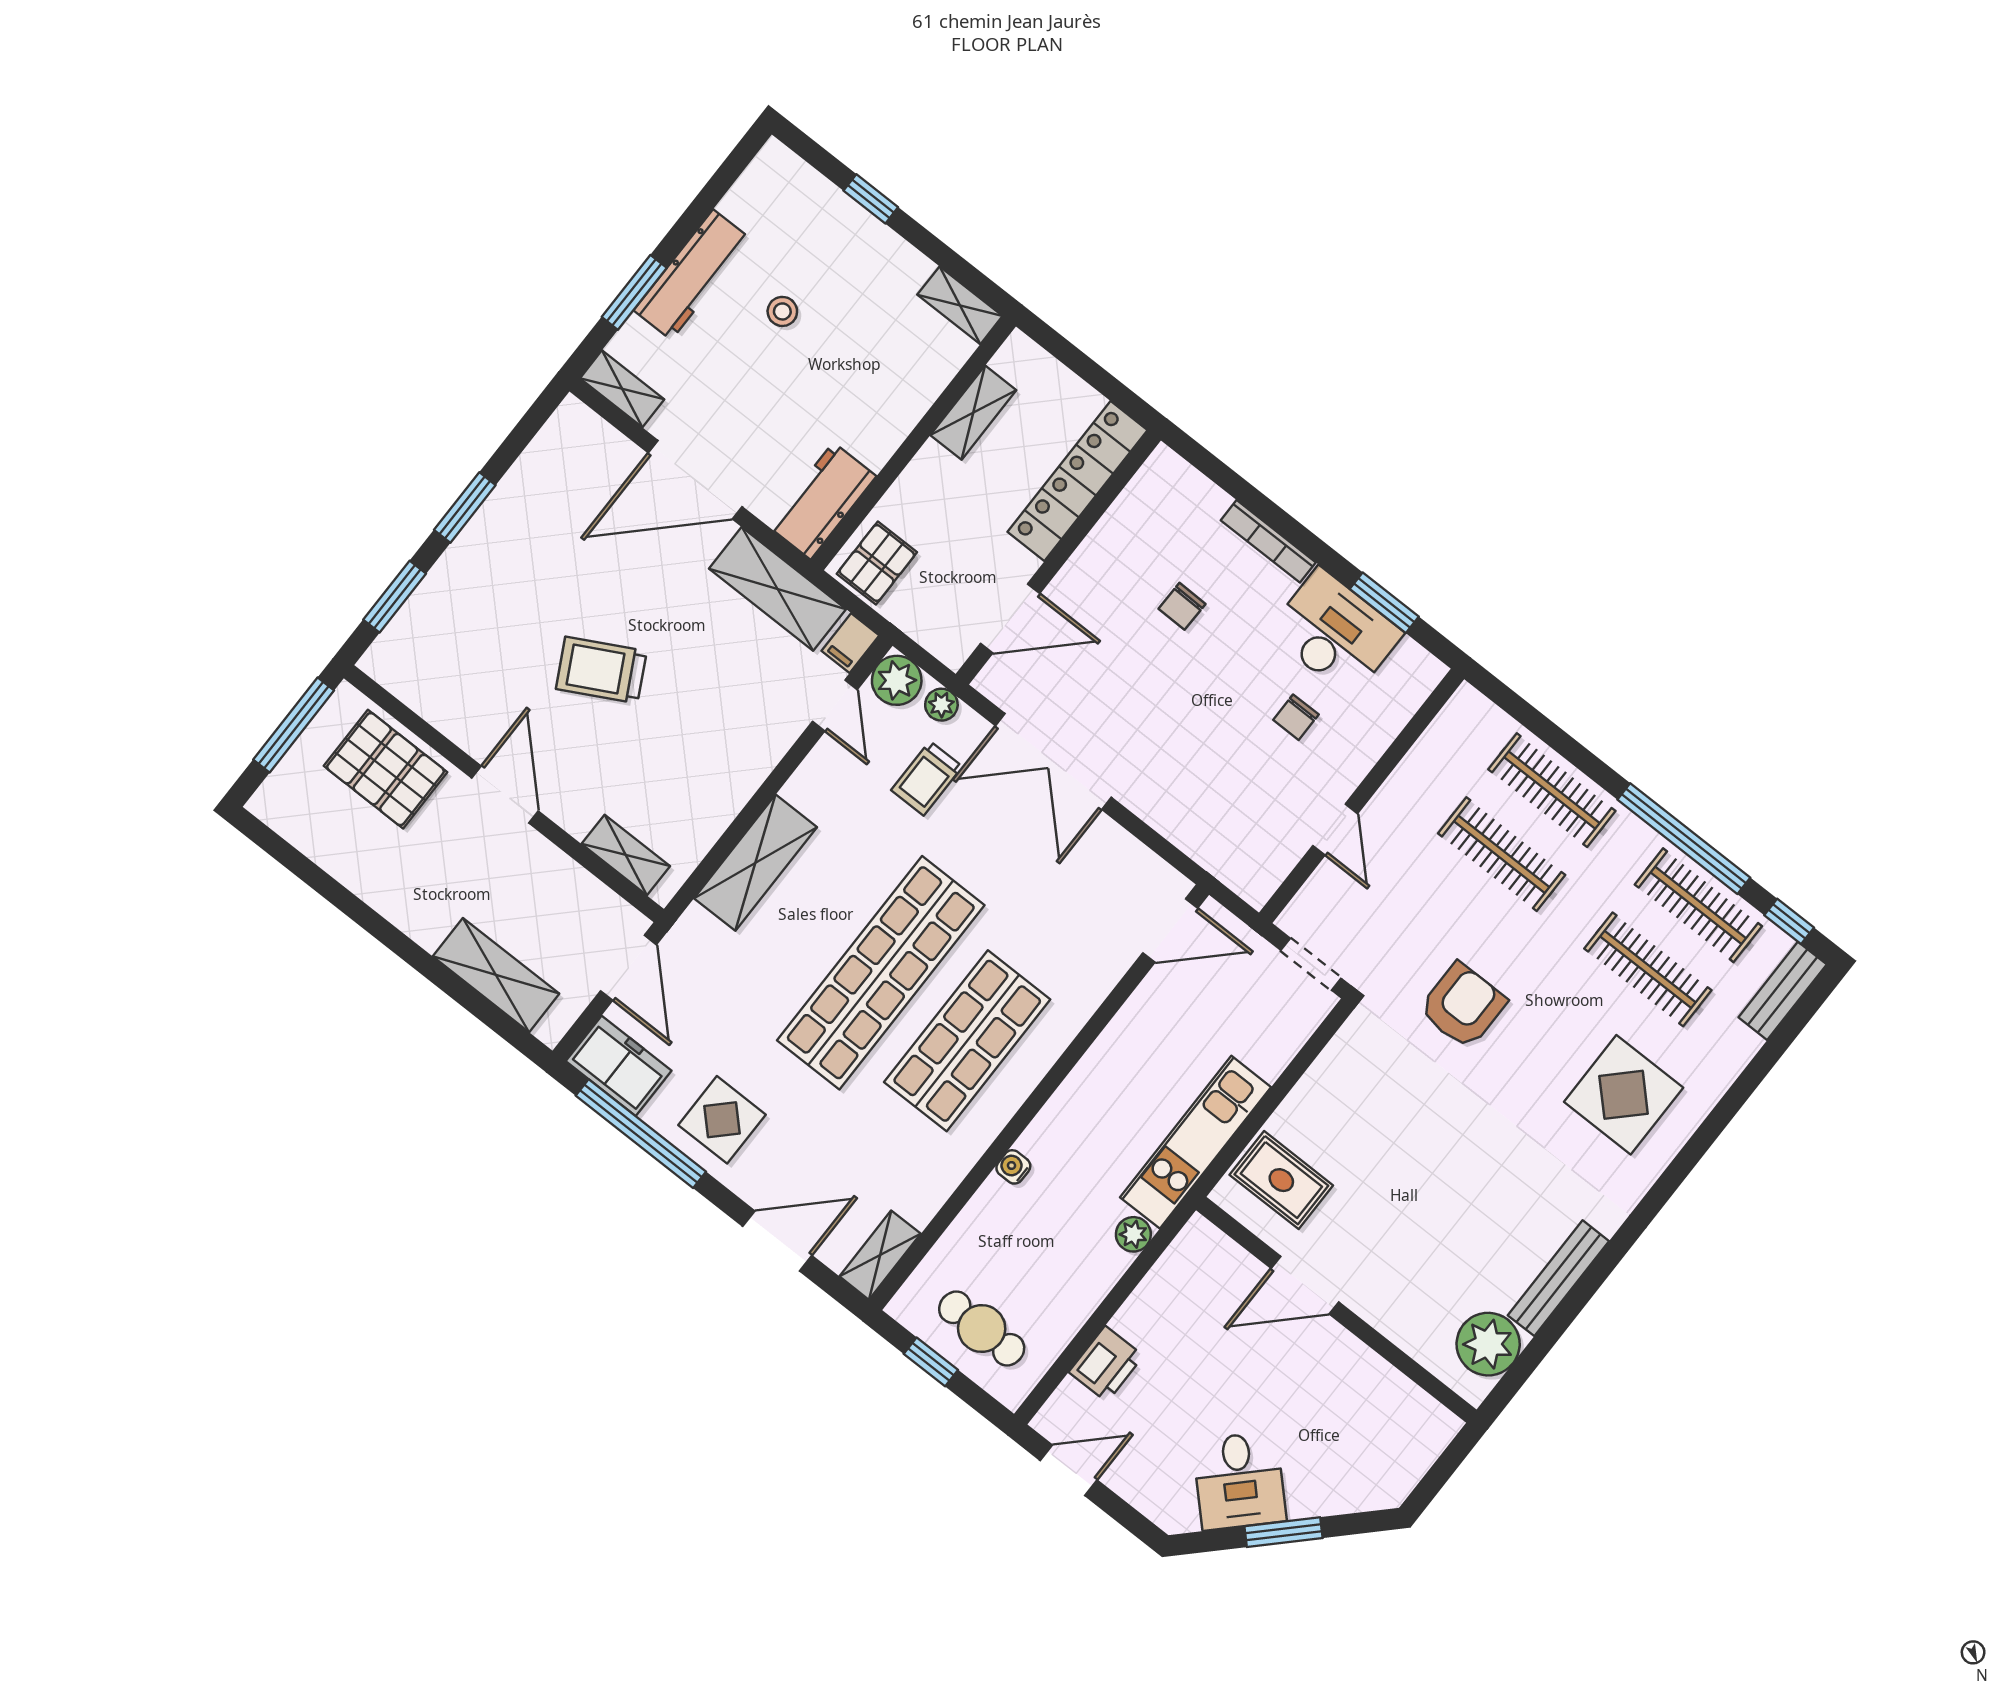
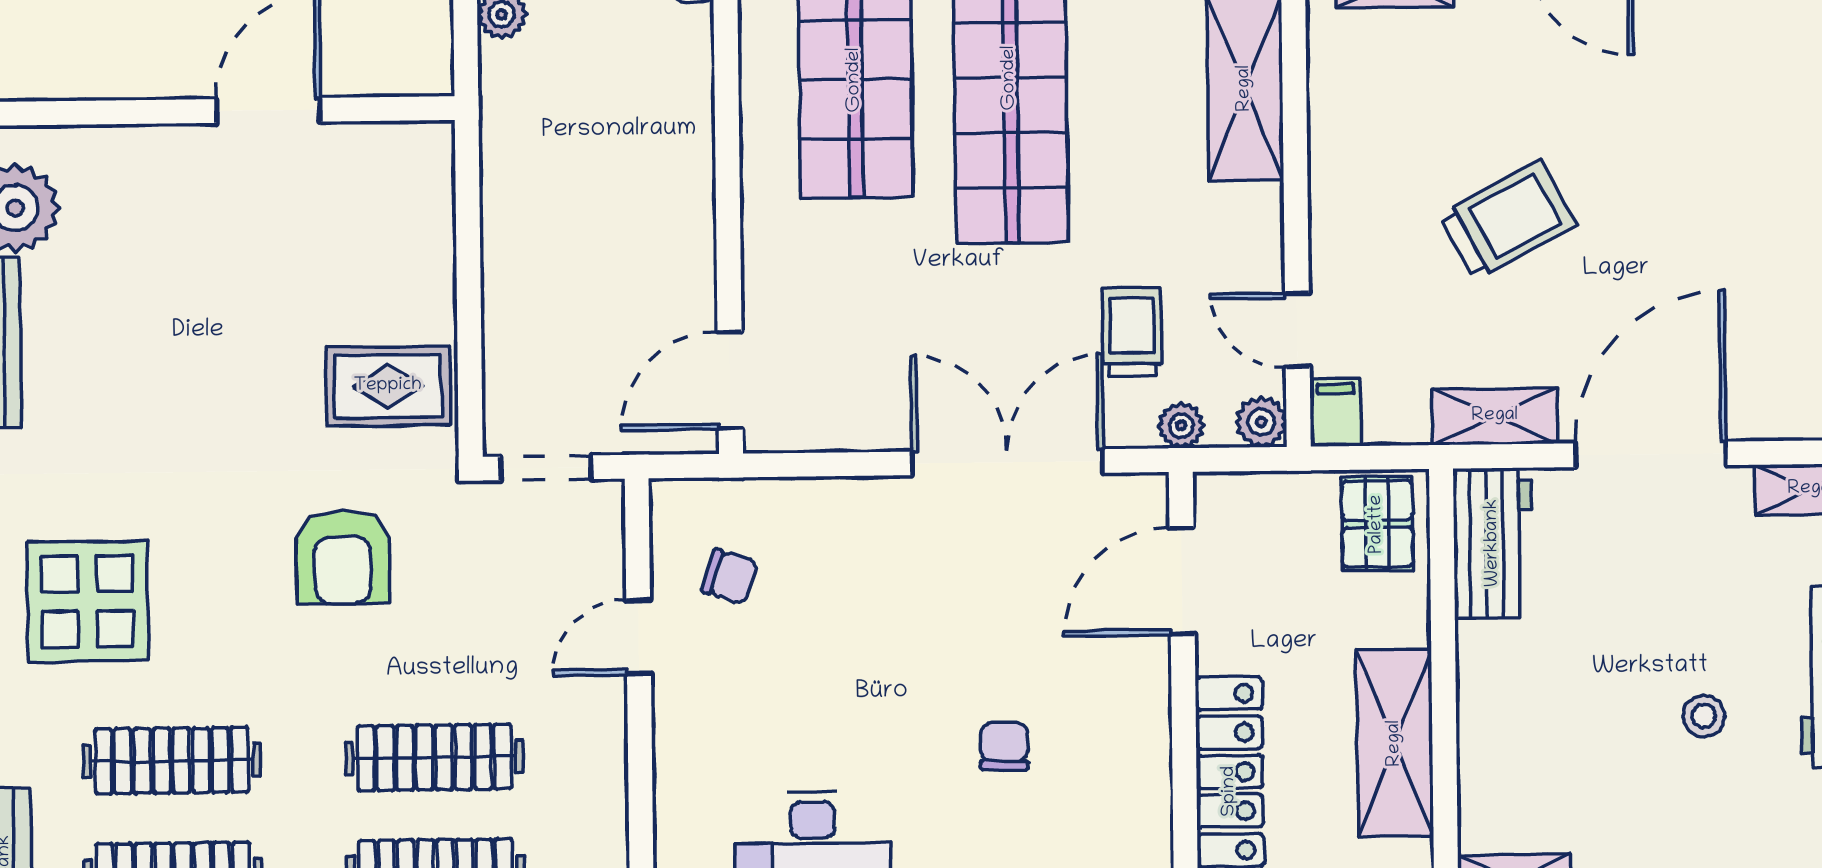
shelving: (973, 413) -> (1395, 743), width x1.50, depth x1.33
shelving: (777, 589) -> (1495, 416), width x0.67, depth x0.75
trolley: (601, 670) -> (1508, 220), moved
plant: (897, 680) -> (1261, 422), width x0.73, depth x0.73
chair: (1296, 717) -> (730, 577), moved, turned 108
door: (1335, 830) -> (639, 637), hinge flipped
kitchen unit: (1196, 1142) -> (515, 170), removed
rug: (1281, 1180) -> (388, 386), moved

